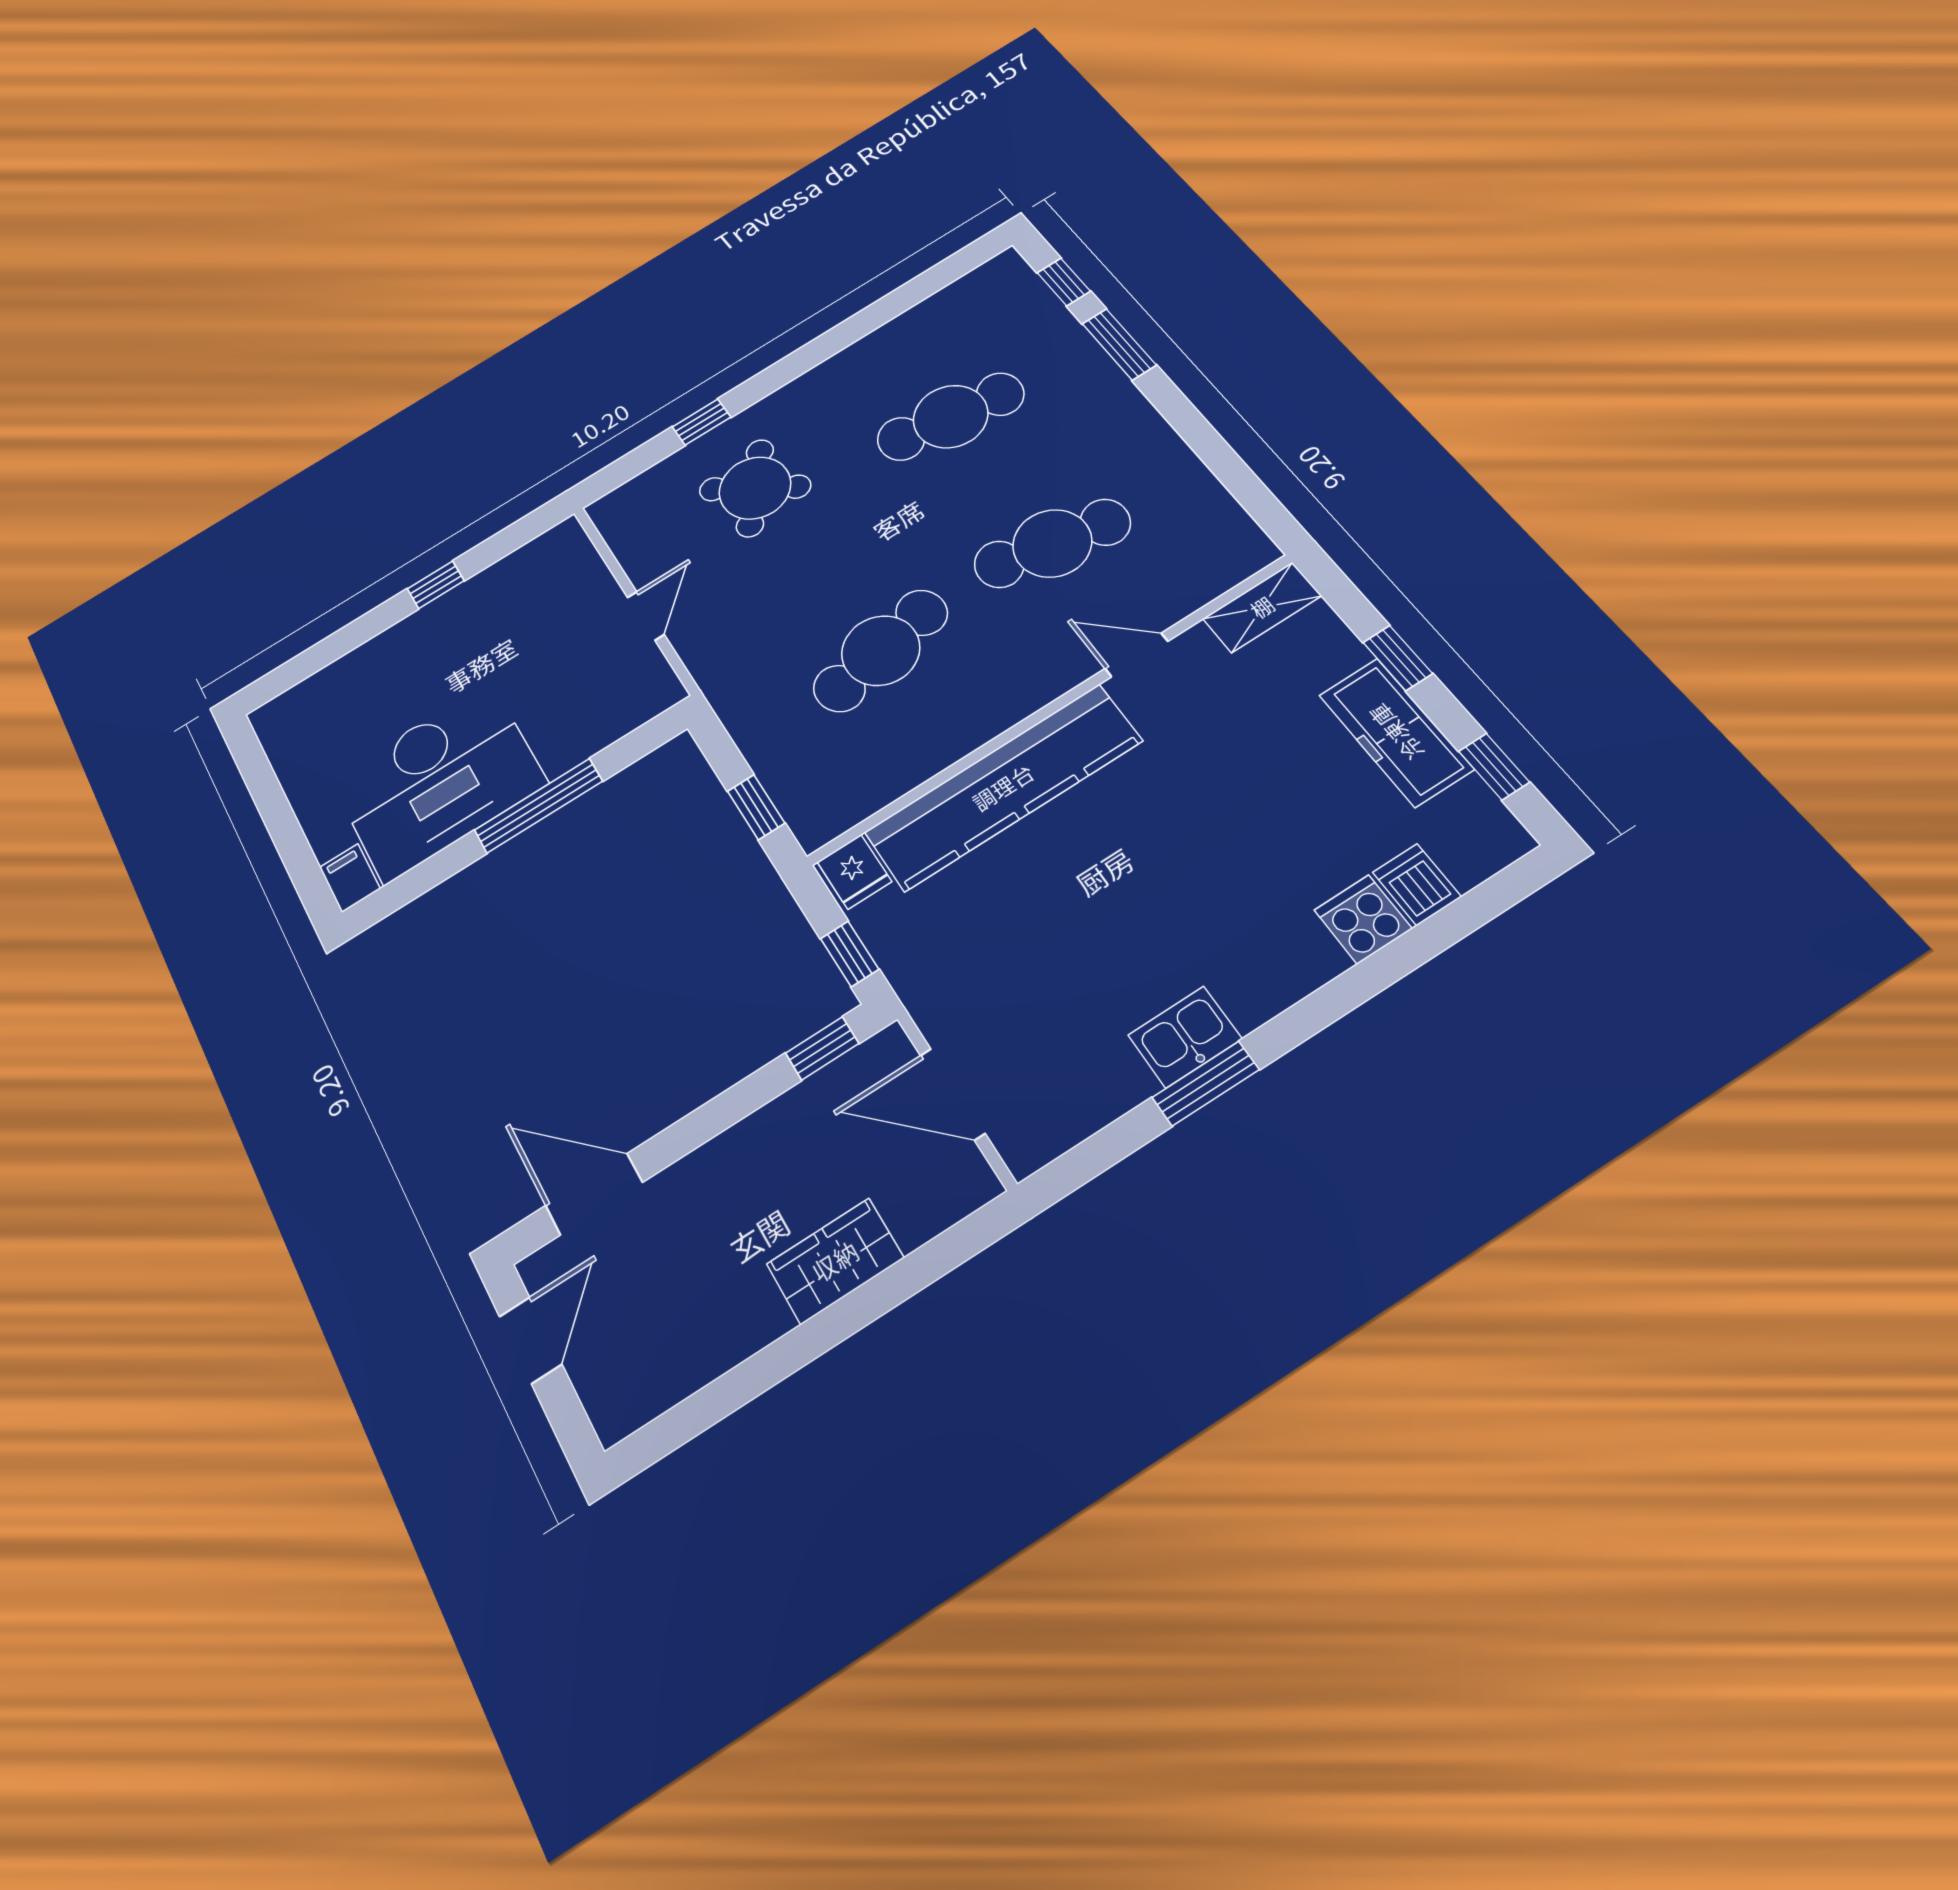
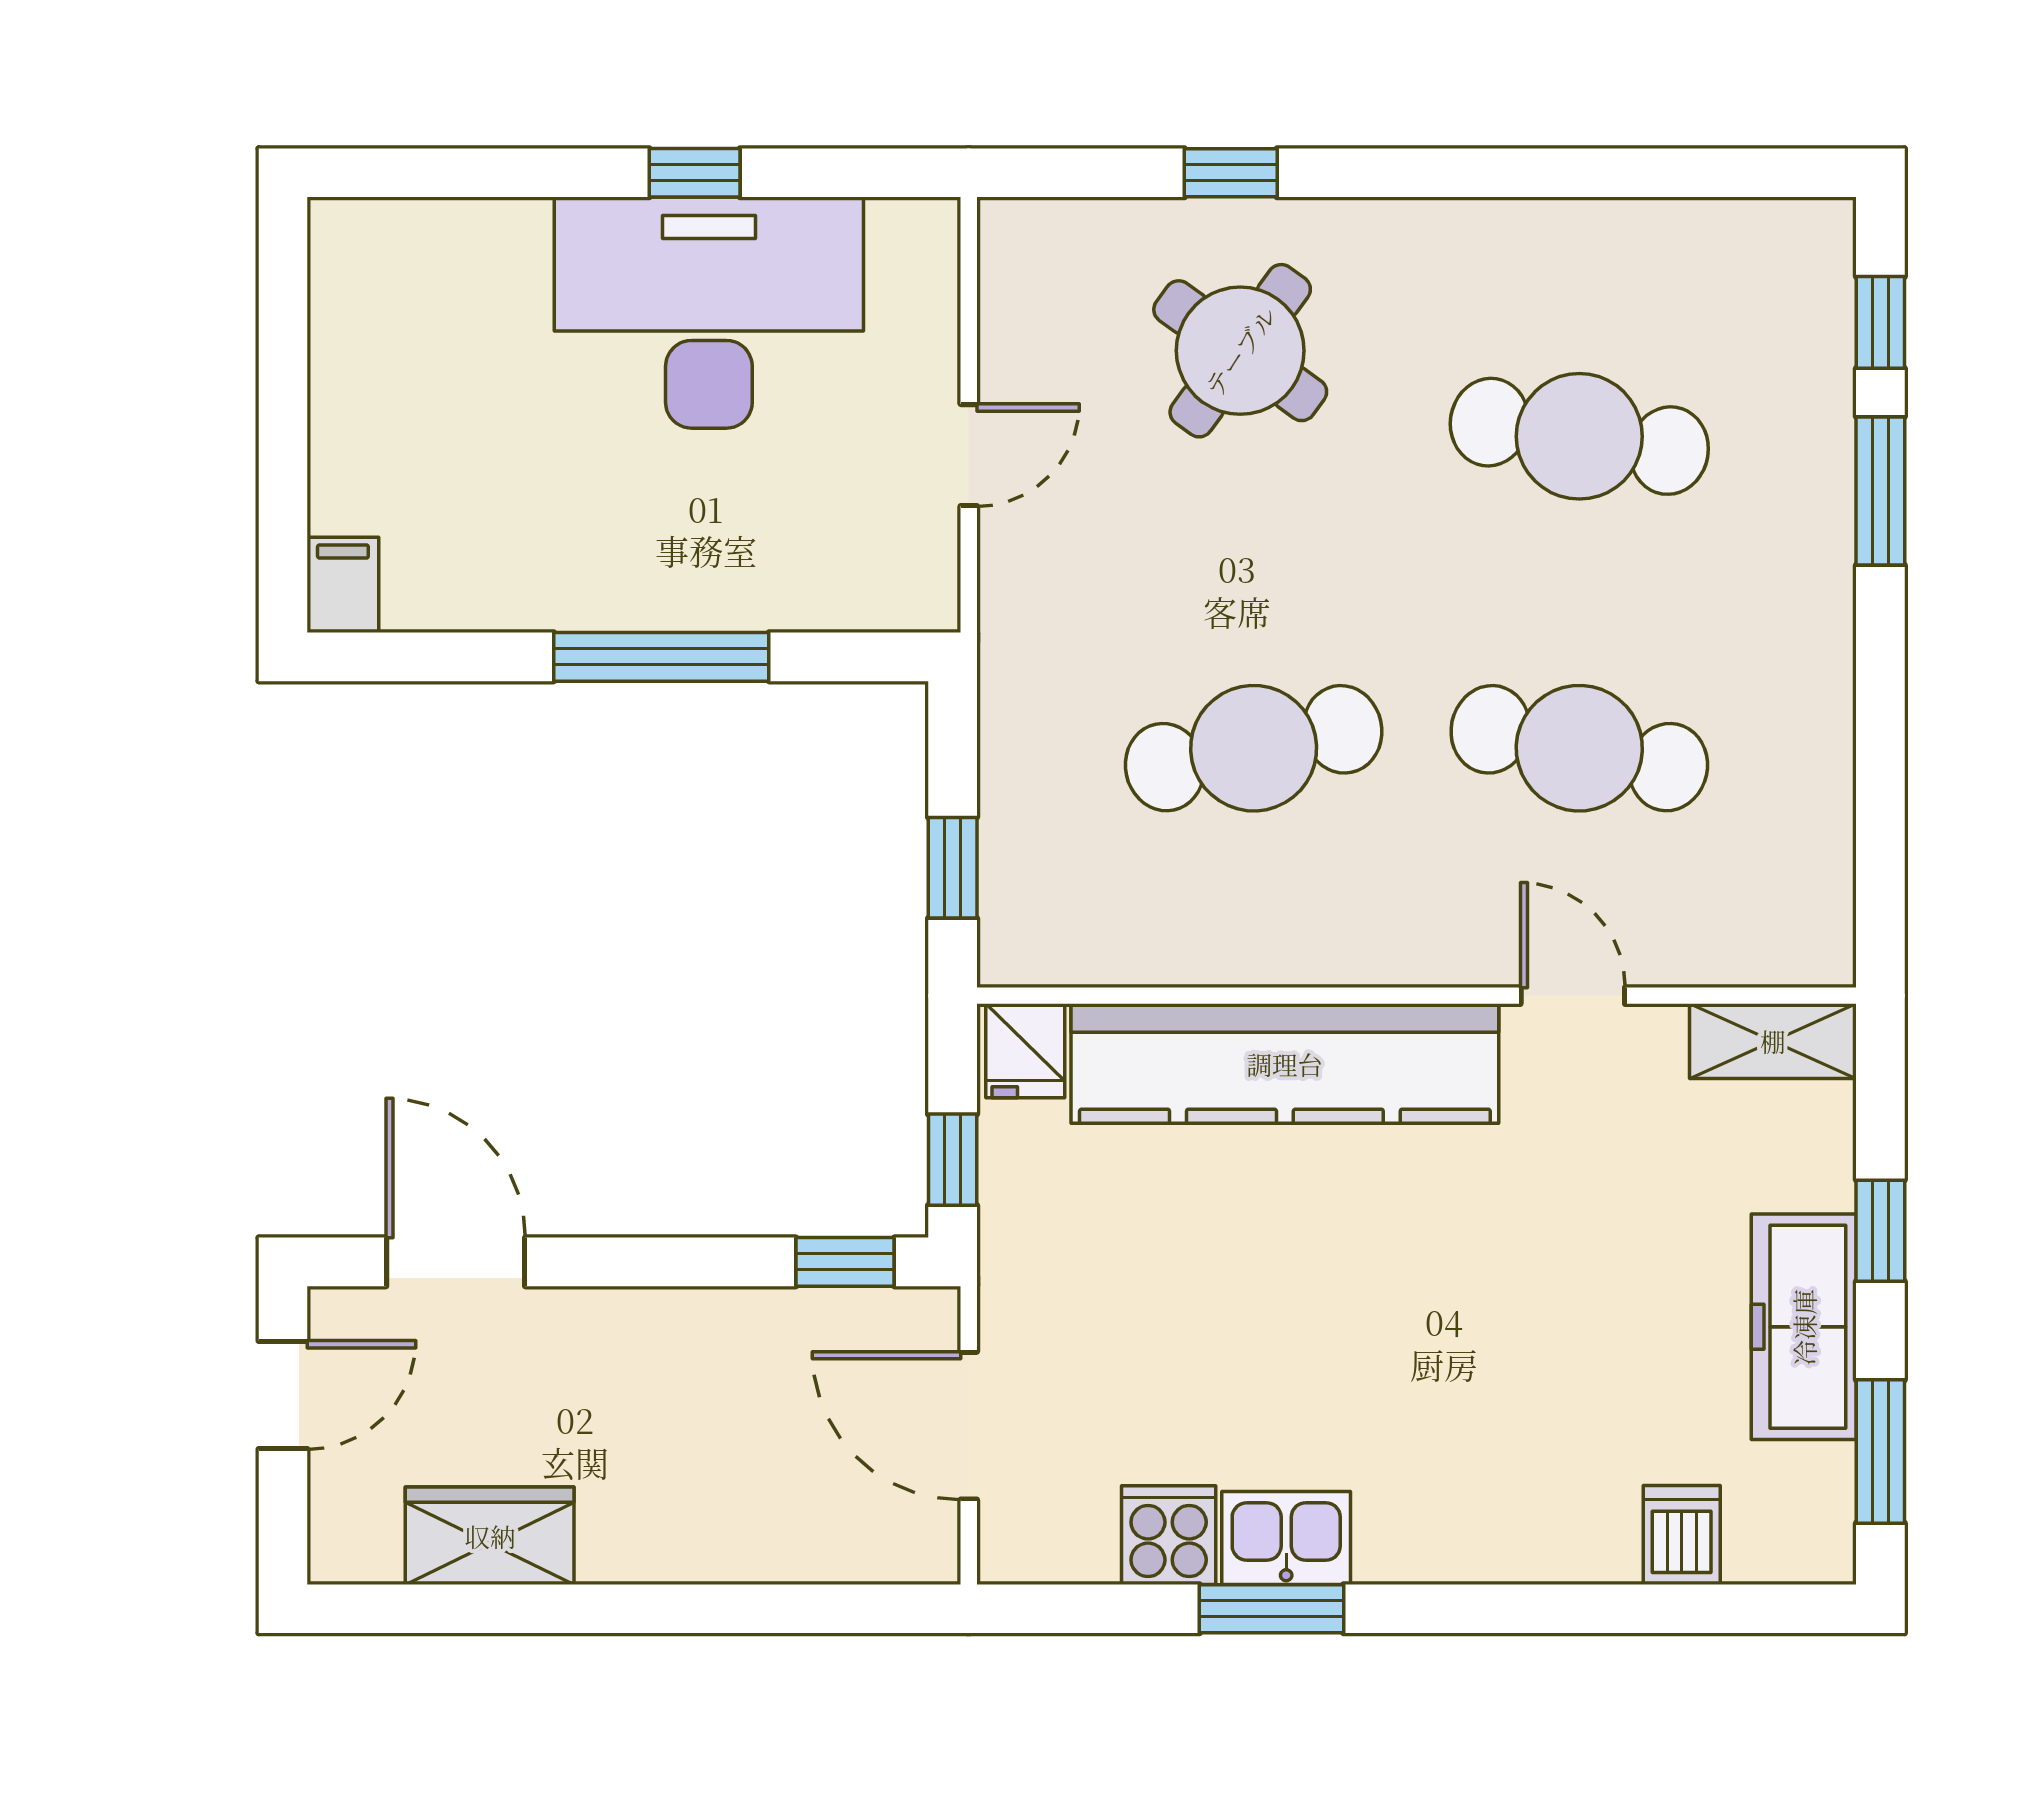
window: (1494, 767) -> (1880, 1451), width x1.50
desk: (438, 781) -> (709, 313), moved, turned 180
cooker: (1363, 919) -> (1169, 1535), moved
wardrobe: (835, 1261) -> (490, 1536), moved

